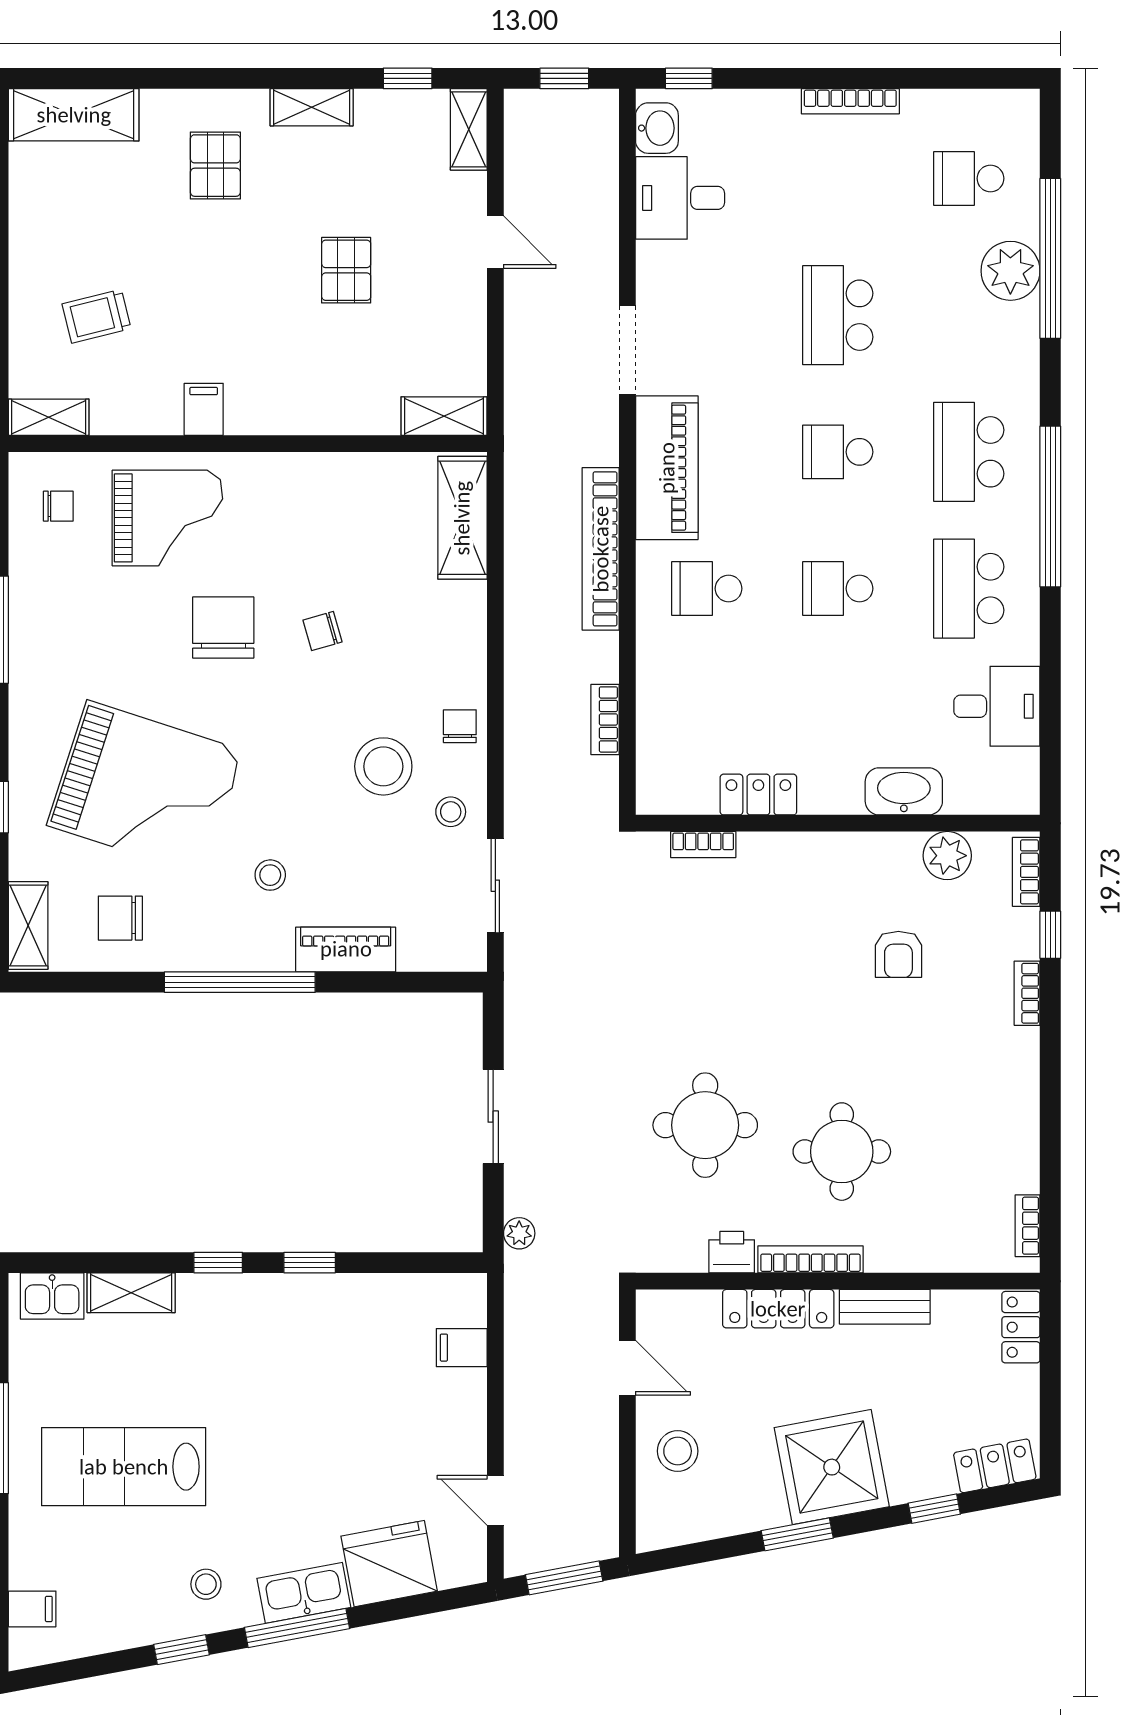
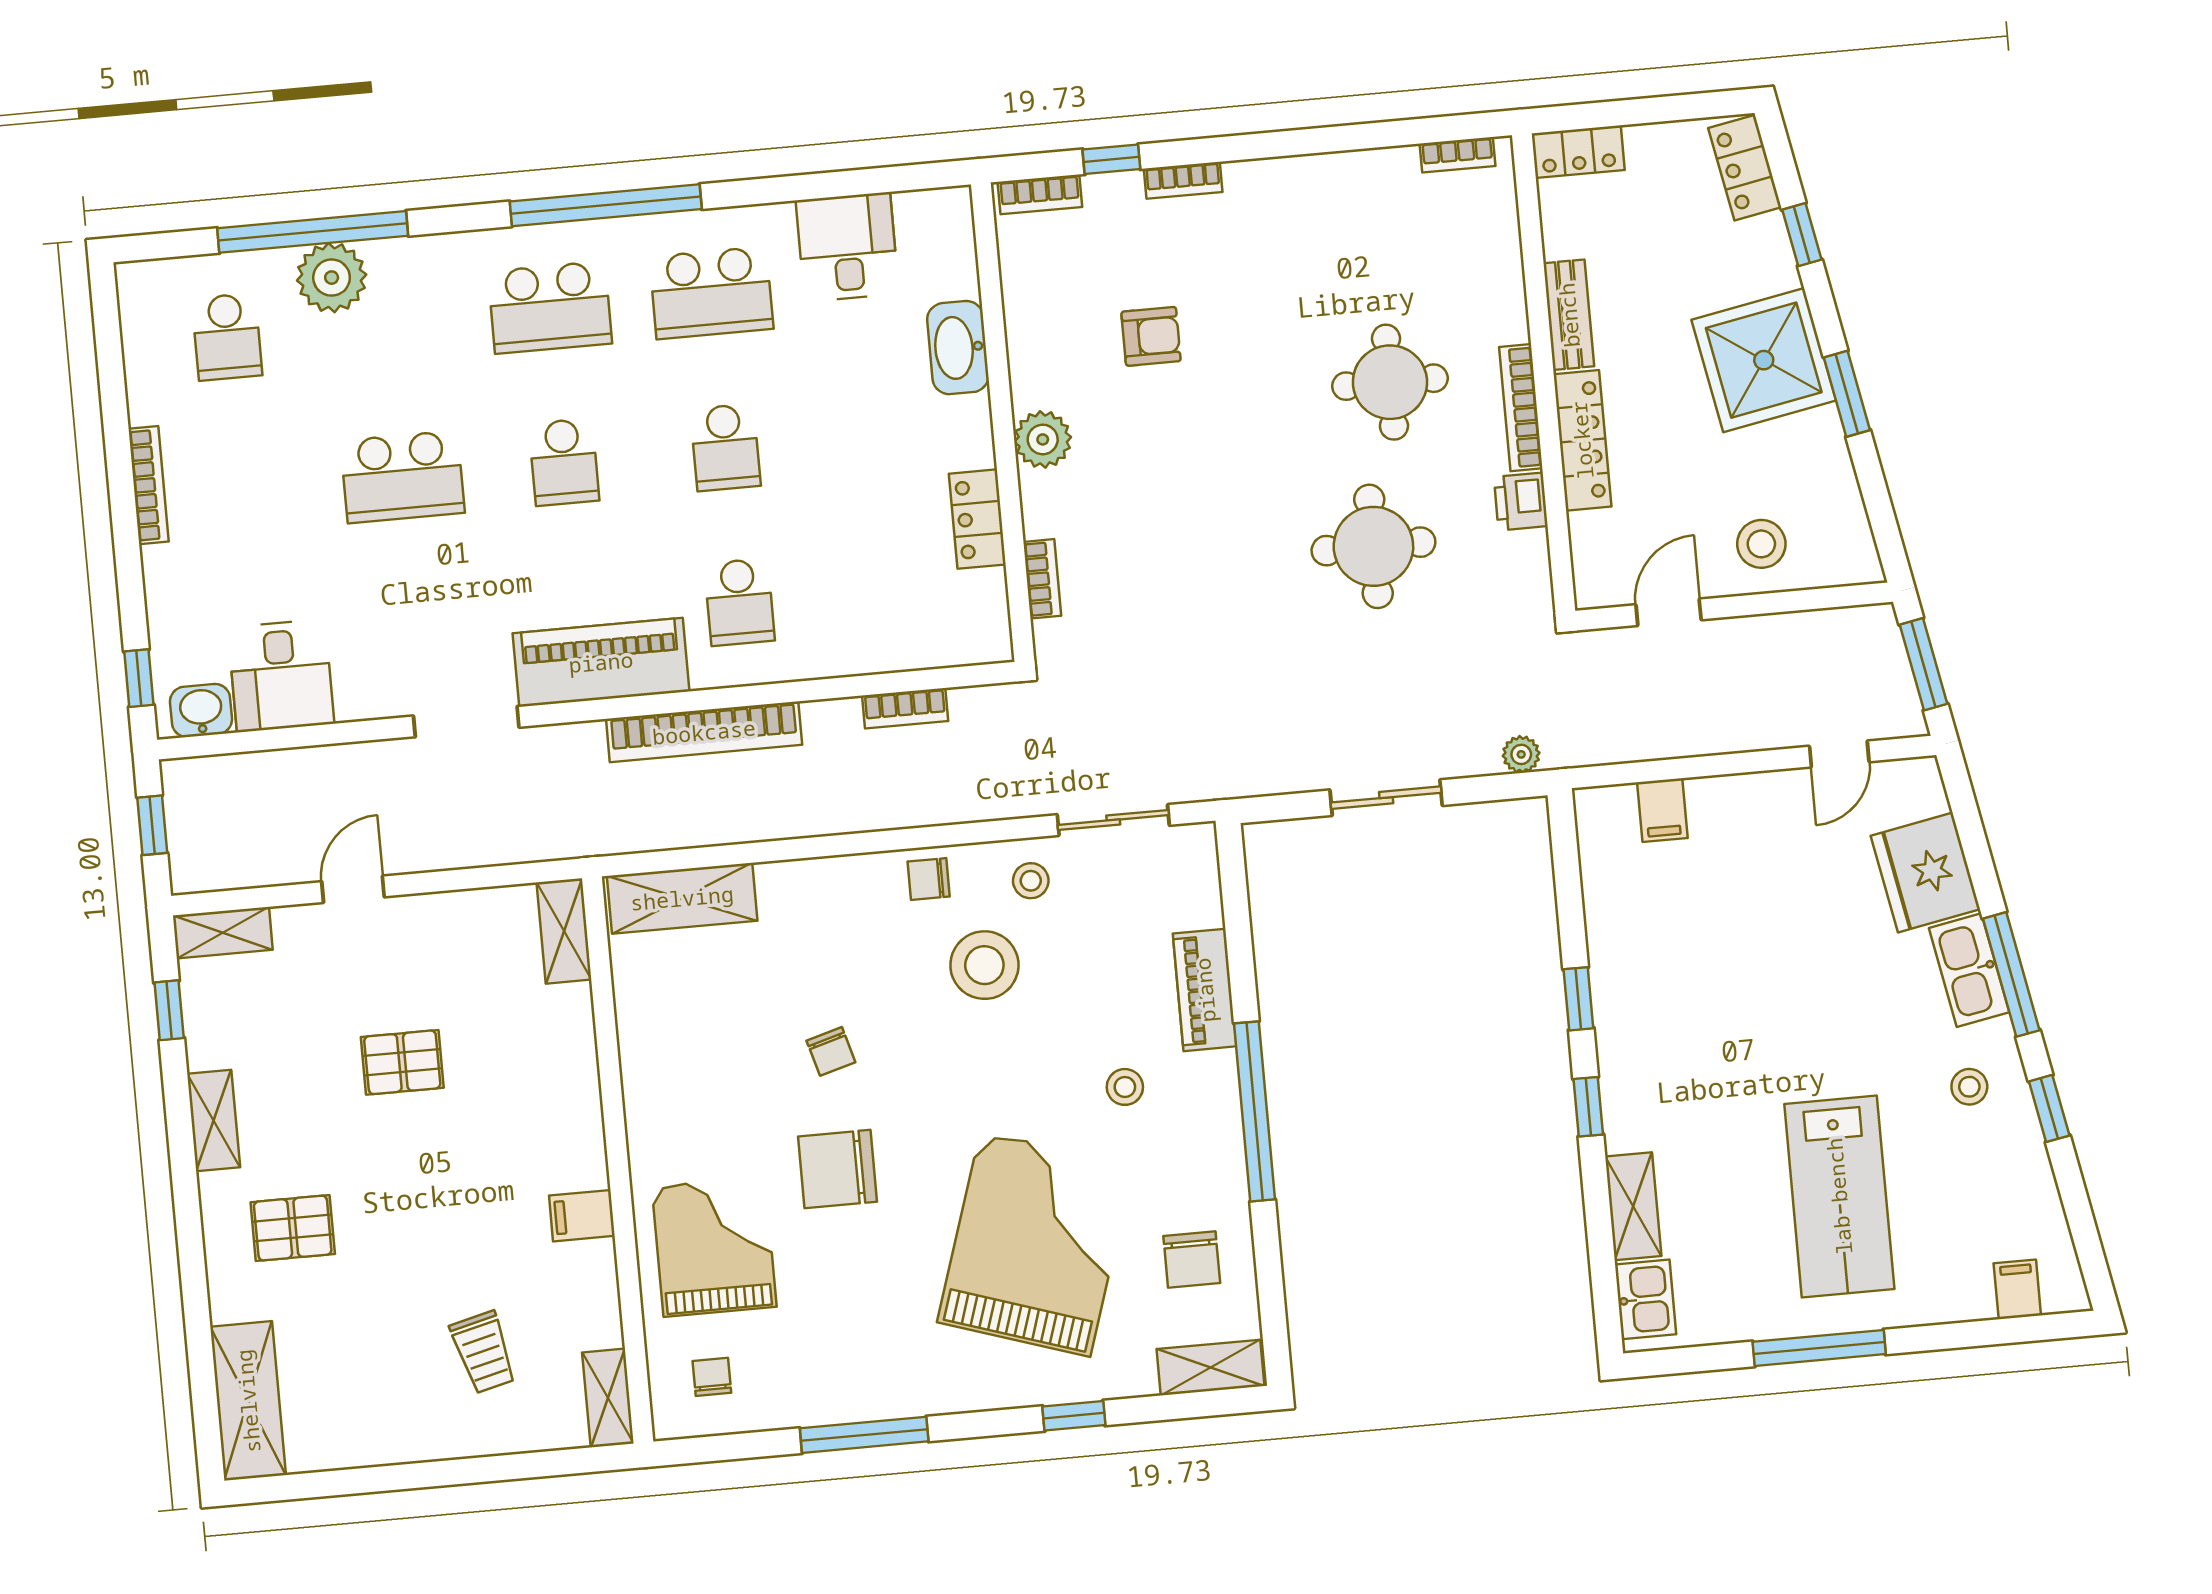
plant: (947, 856) -> (1043, 439), moved

